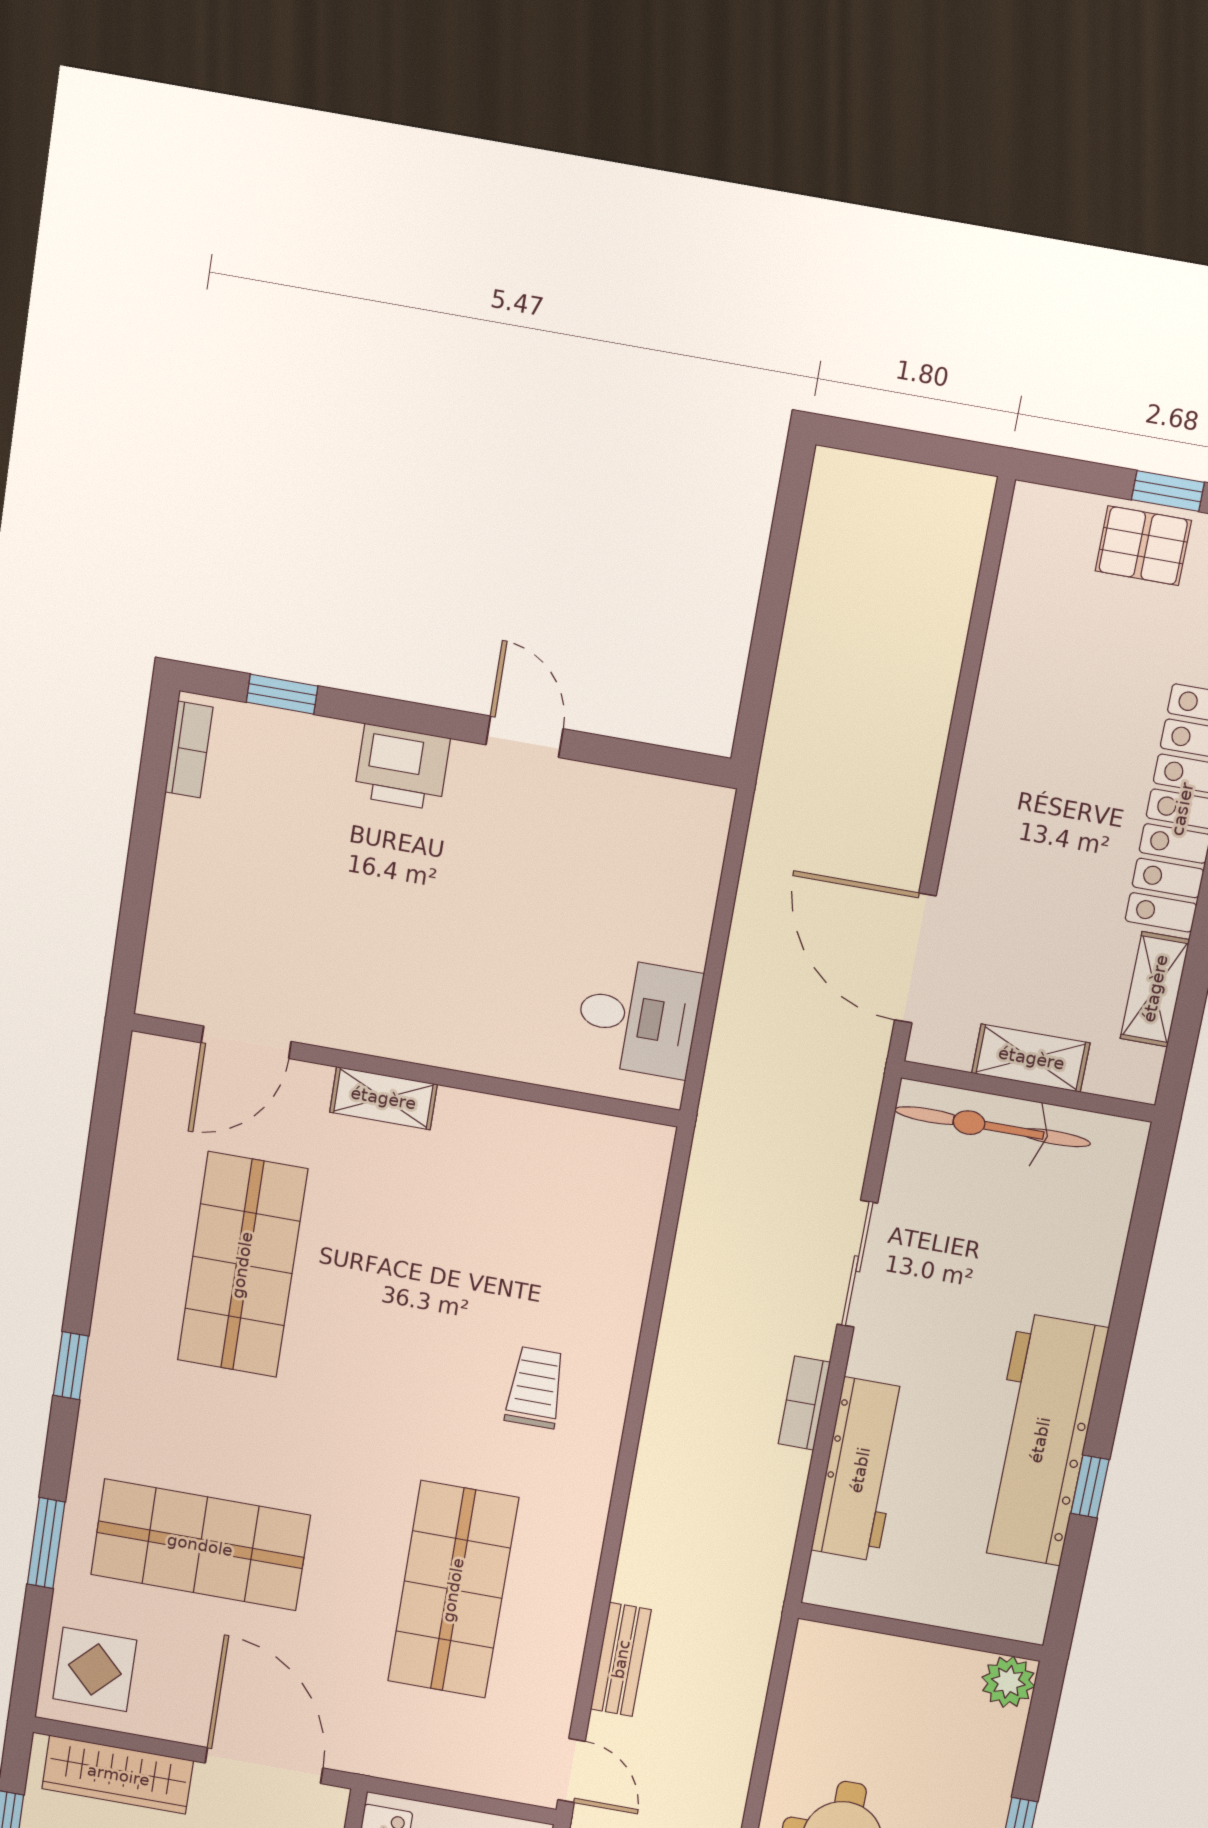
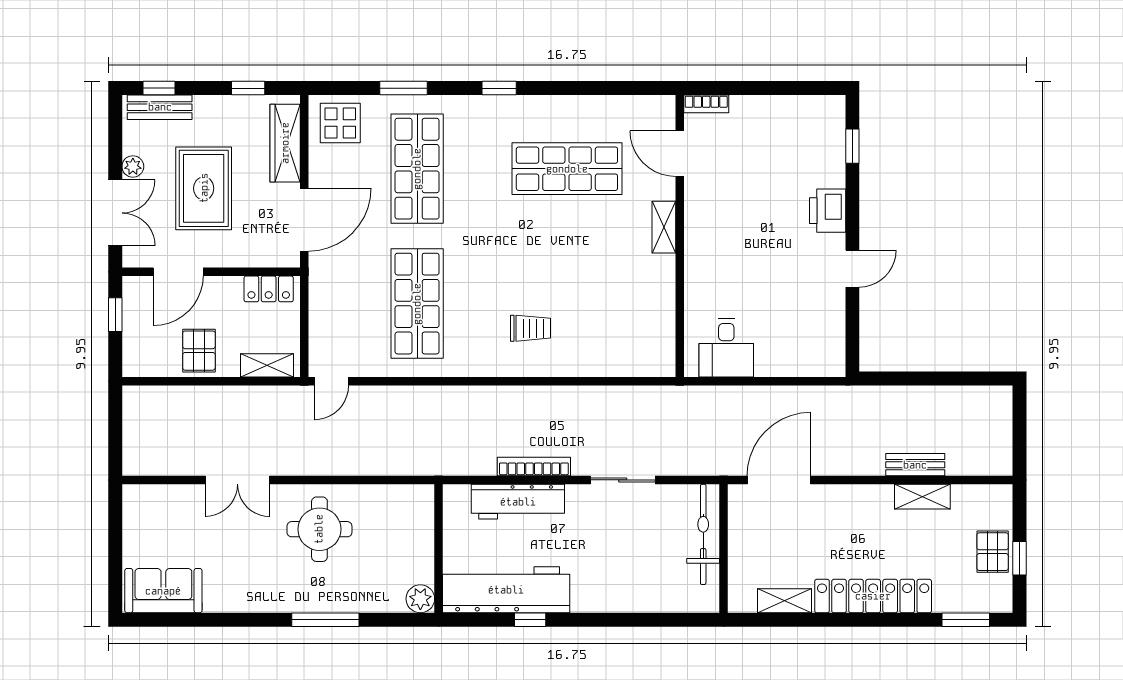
bookcase: (189, 750) -> (706, 104), moved
shelving: (1031, 1058) -> (922, 497), moved, turned 90
bookcase: (804, 1403) -> (534, 467), width x1.56
workbench: (1040, 1440) -> (506, 590), moved
shop shelf: (453, 1590) -> (417, 304), turned 90
bench: (621, 1659) -> (915, 465), moved

